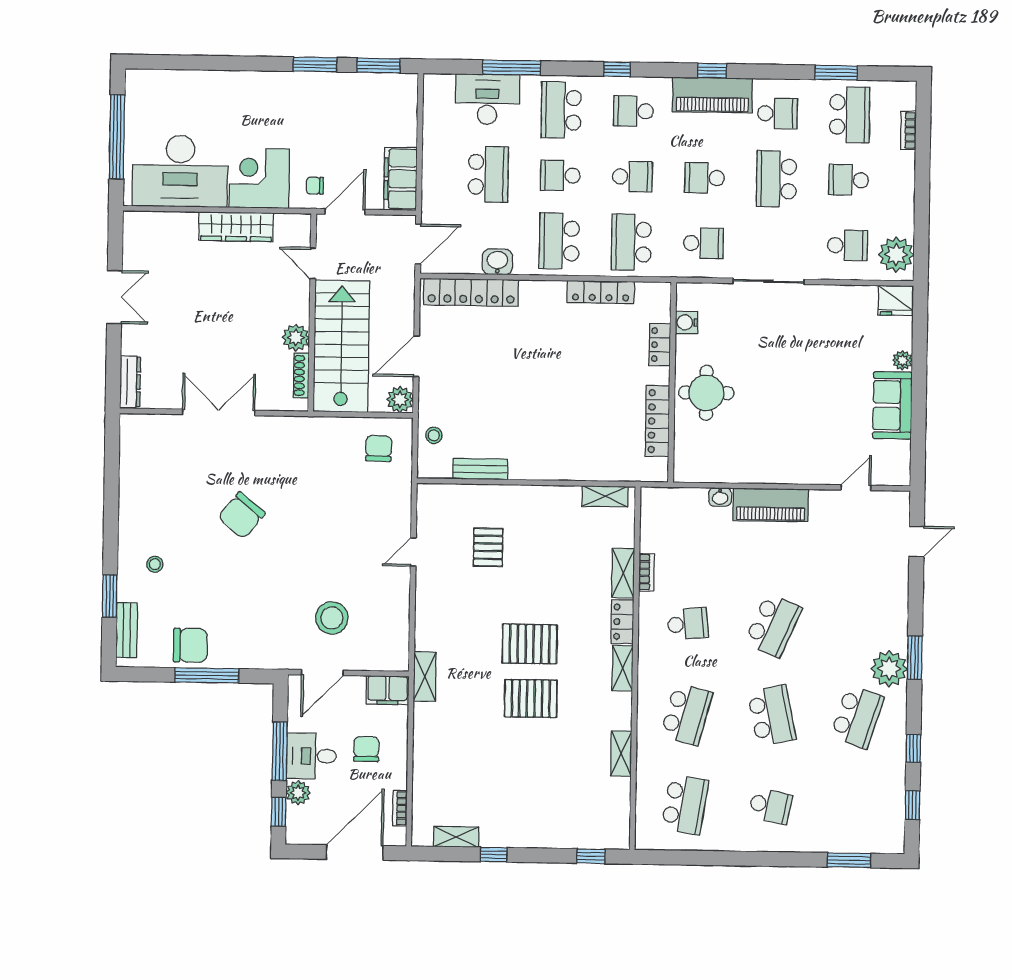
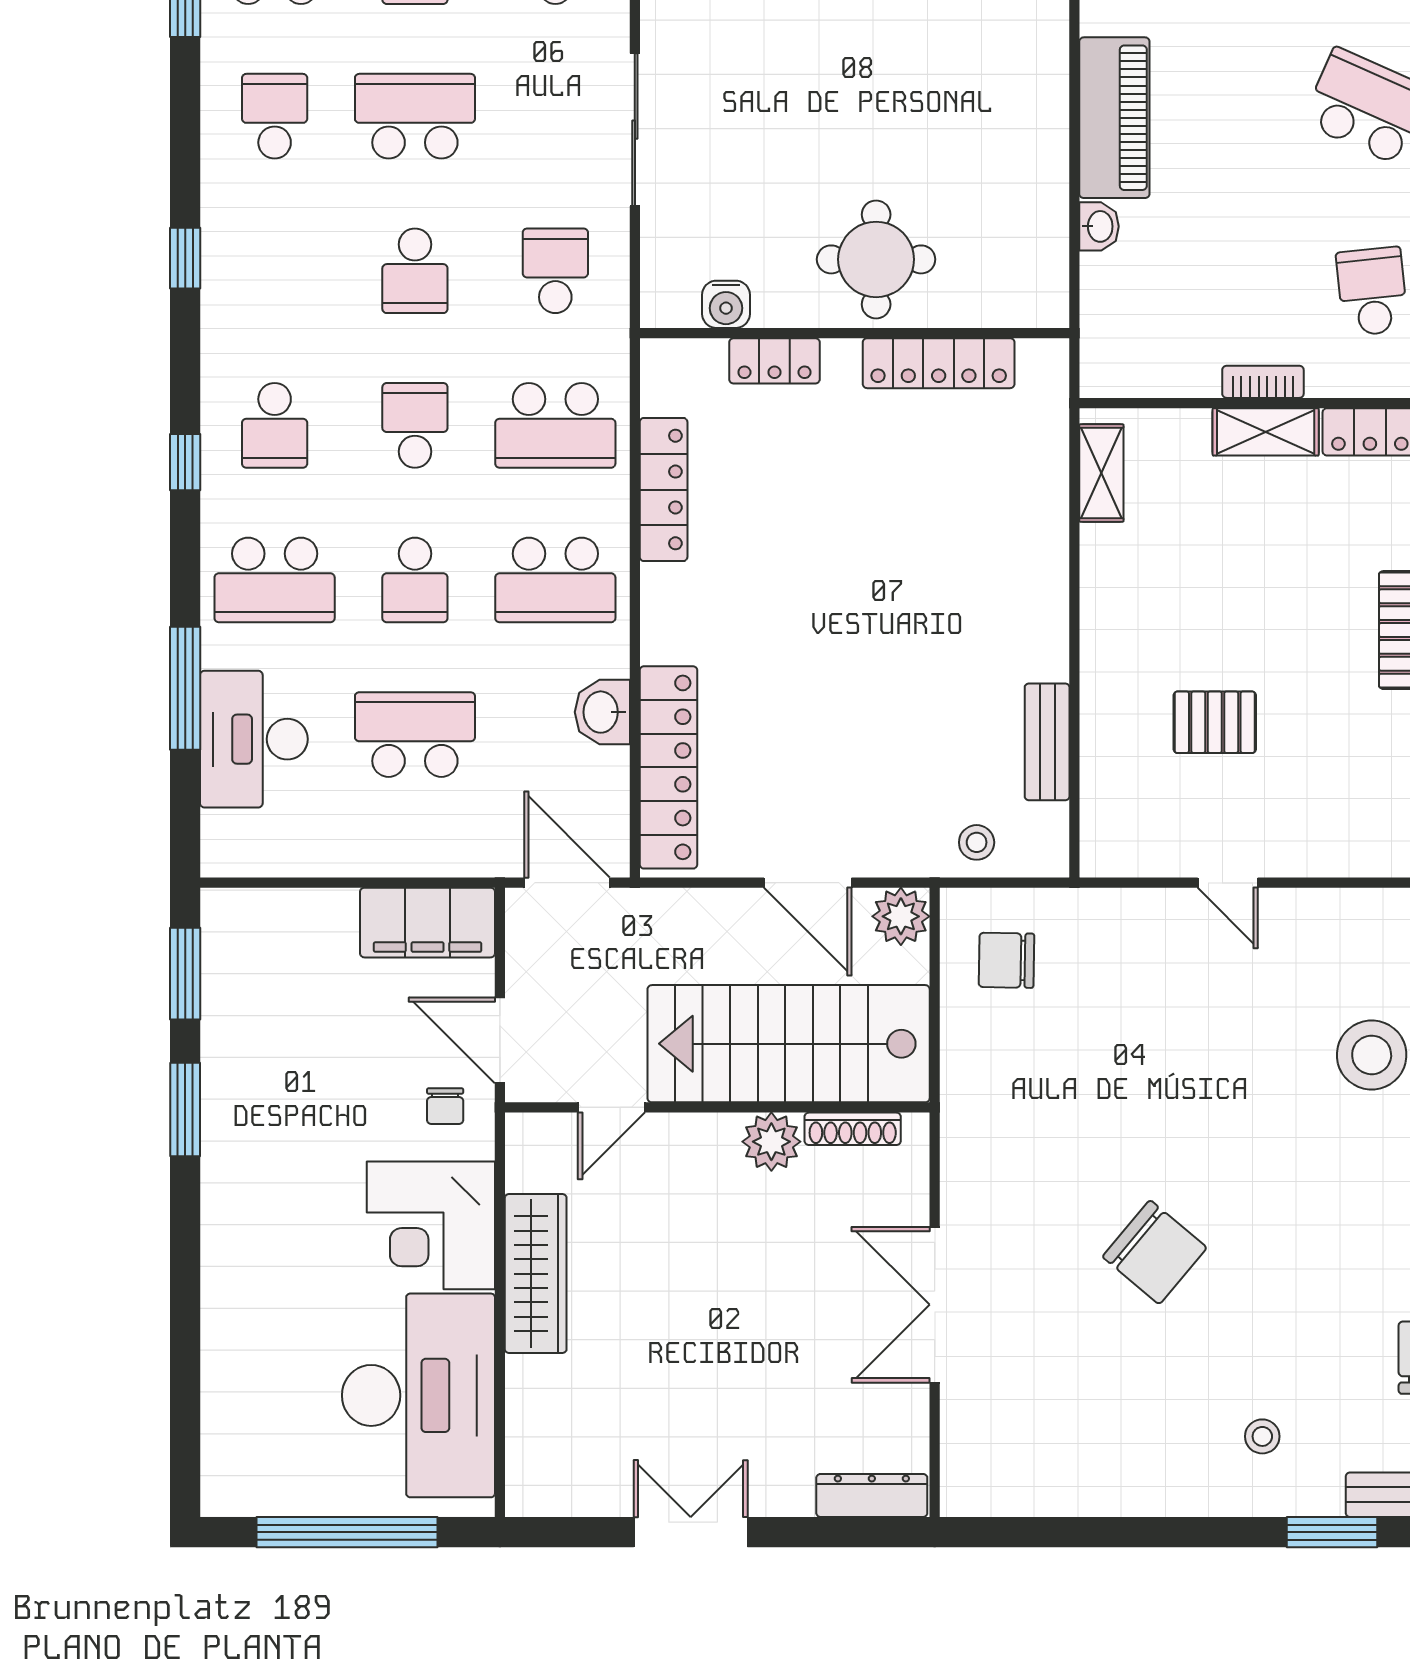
piano: (712, 95) -> (237, 256), removed
school desk: (776, 179) -> (415, 116), turned 180

